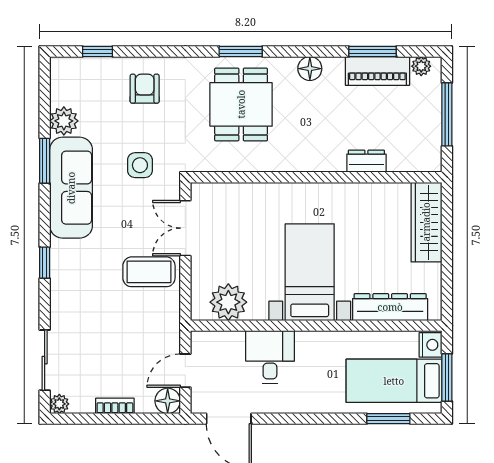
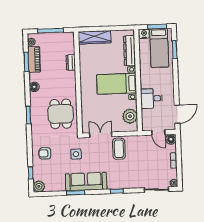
dining table: (241, 104) -> (61, 114), moved, turned 90
plant: (64, 121) -> (39, 186), moved
double door: (185, 228) -> (101, 135), swing flipped

